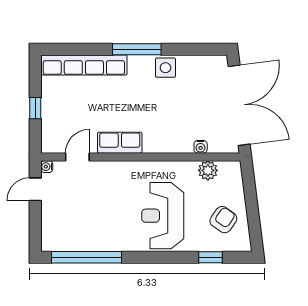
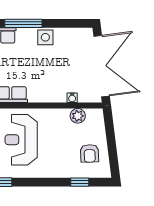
reception desk: (163, 216) -> (21, 140), moved
armchair: (223, 220) -> (90, 153), turned 143

